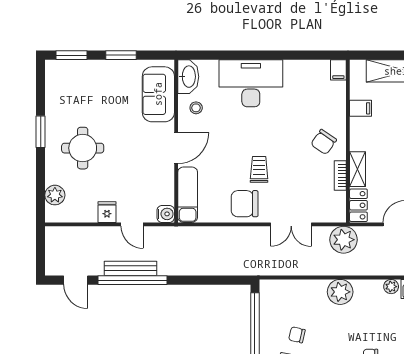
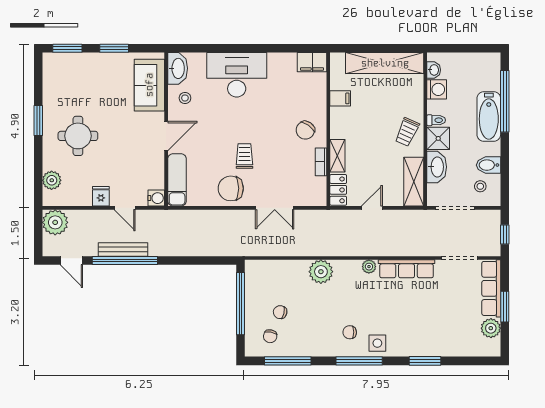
filing cabinet: (338, 70) -> (312, 62), width x2.00
plant: (344, 240) -> (55, 222), moved

